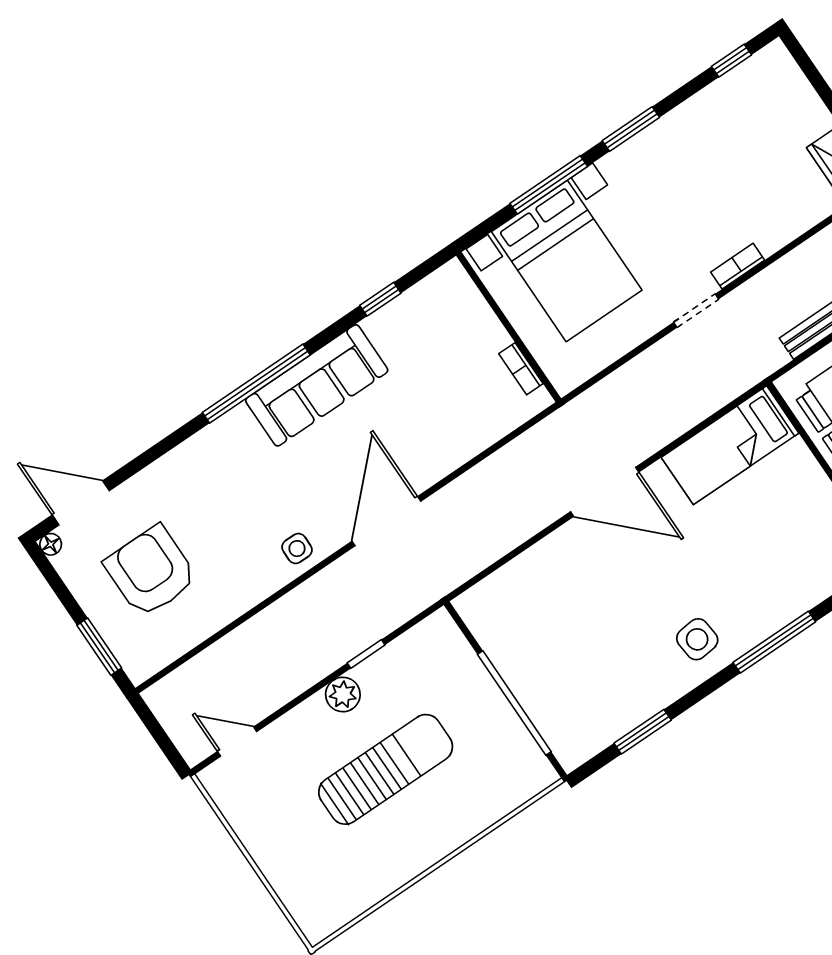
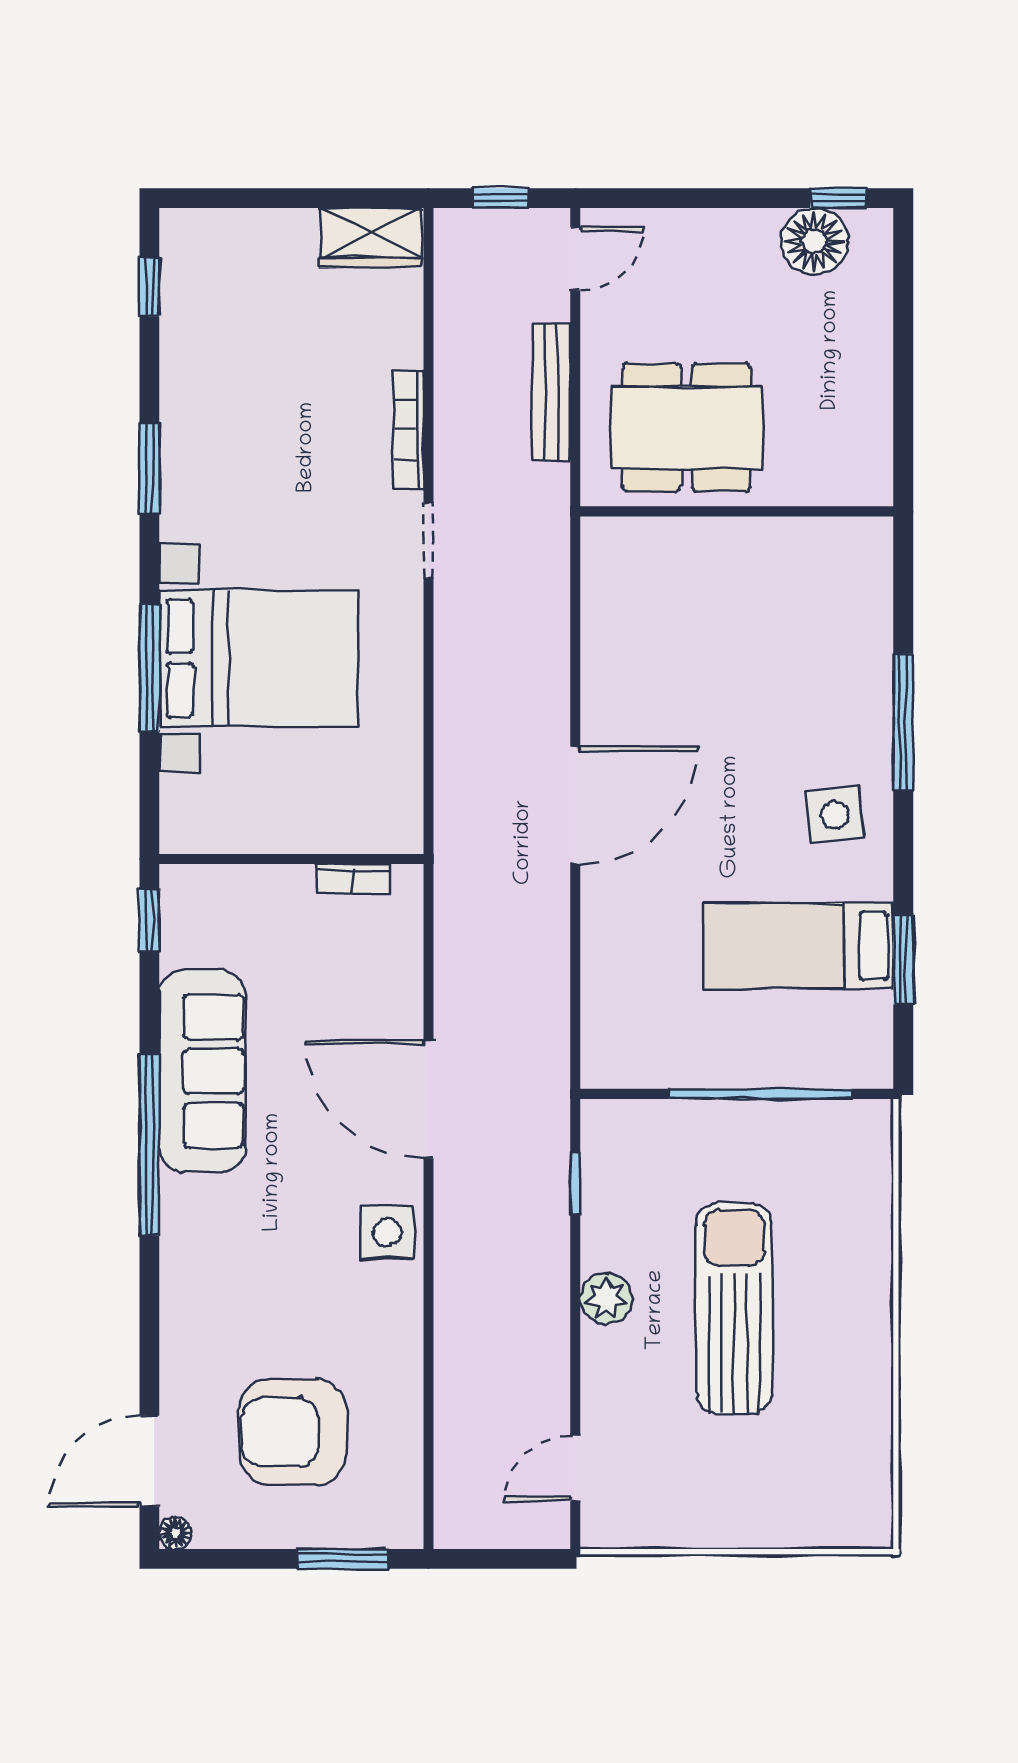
window: (549, 185) -> (149, 668), moved
bookcase: (738, 266) -> (408, 430), width x1.56
wall: (509, 327) -> (291, 859), moved
bookcase: (521, 369) -> (353, 879), moved
bed: (730, 445) -> (798, 946), moved, turned 90
side table: (297, 549) -> (387, 1233), width x1.37, depth x1.37
window: (366, 654) -> (575, 1183), moved

